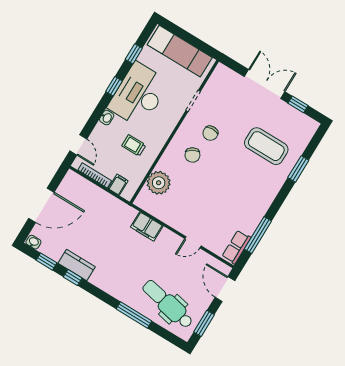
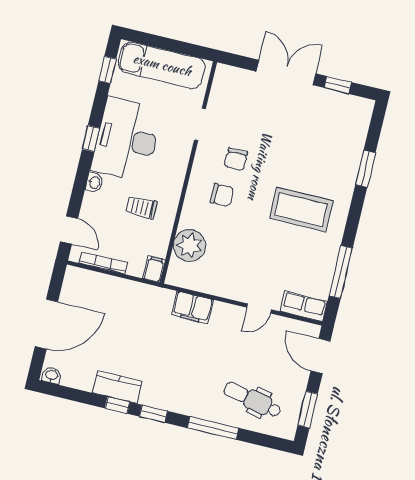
window: (134, 54) -> (107, 70), moved
coffee table: (266, 146) -> (301, 210), moved
chair: (192, 155) -> (222, 195), turned -60
filing cabinet: (118, 185) -> (154, 269), moved
row of seats: (236, 247) -> (304, 306), moved, turned 90
window: (47, 262) -> (153, 414), moved
dental chair: (168, 304) -> (252, 400), width x0.73, depth x0.72

